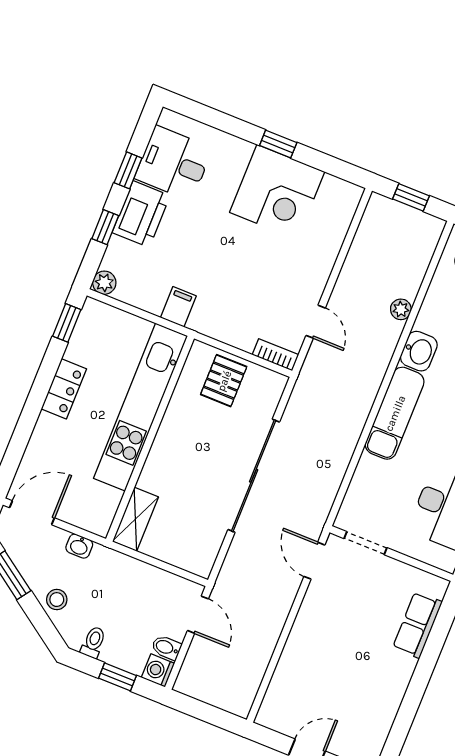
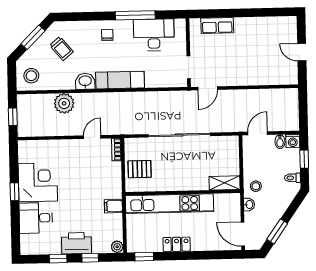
desk: (174, 163) -> (36, 218), moved, turned 90
plant: (401, 309) -> (64, 103), width x1.88, depth x1.88
stool: (57, 600) -> (256, 186), moved

